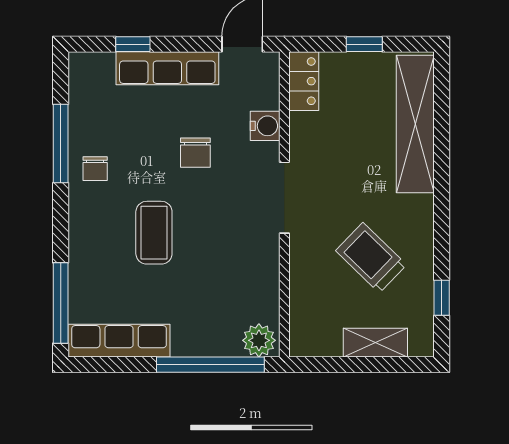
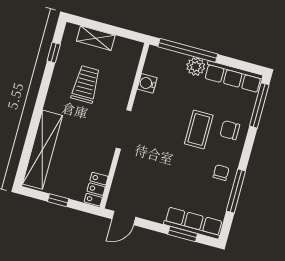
window: (133, 44) -> (183, 234), width x1.50
row of seats: (167, 68) -> (193, 223), moved
water cooler: (265, 126) -> (147, 83), moved
chair: (195, 153) -> (230, 130), moved, turned -90
trolley: (371, 258) -> (86, 84), turned -134
plant: (259, 340) -> (196, 67), moved

